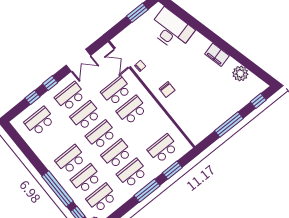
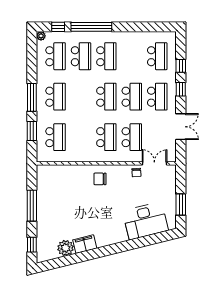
filing cabinet: (217, 55) -> (85, 244), moved
double door: (78, 60) -> (181, 127), swing flipped
school desk: (117, 154) -> (81, 97), removed

